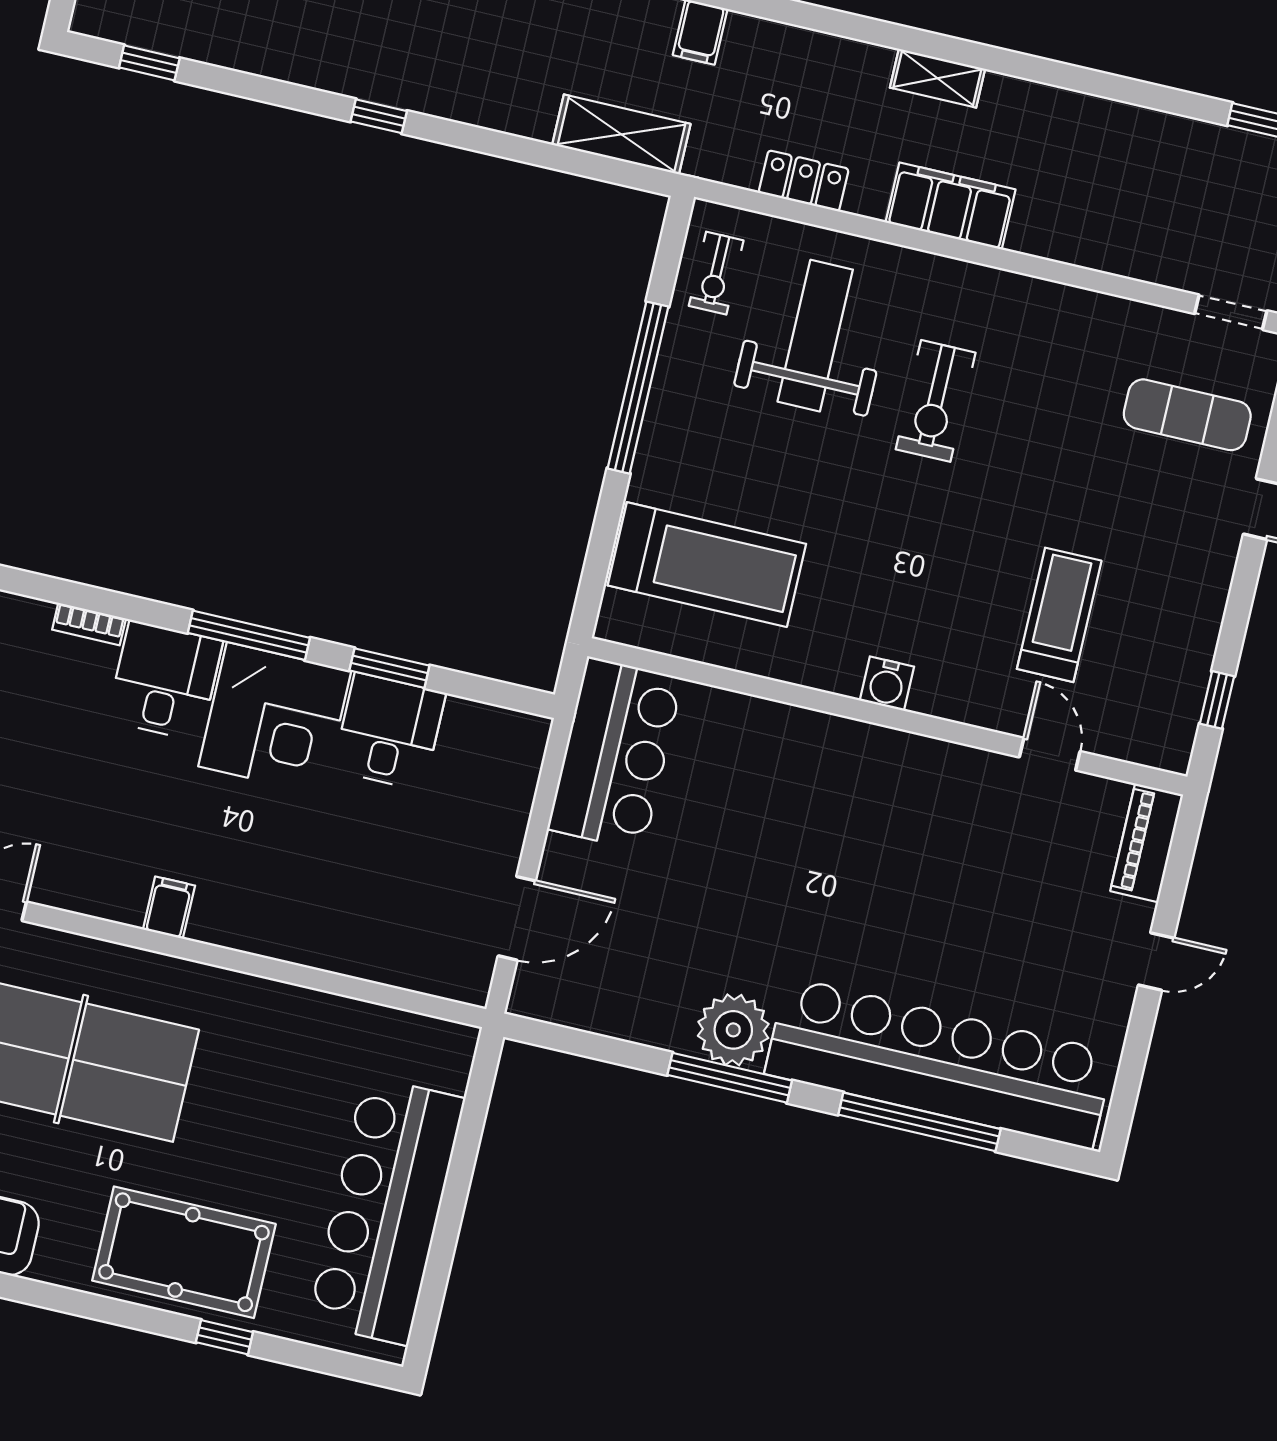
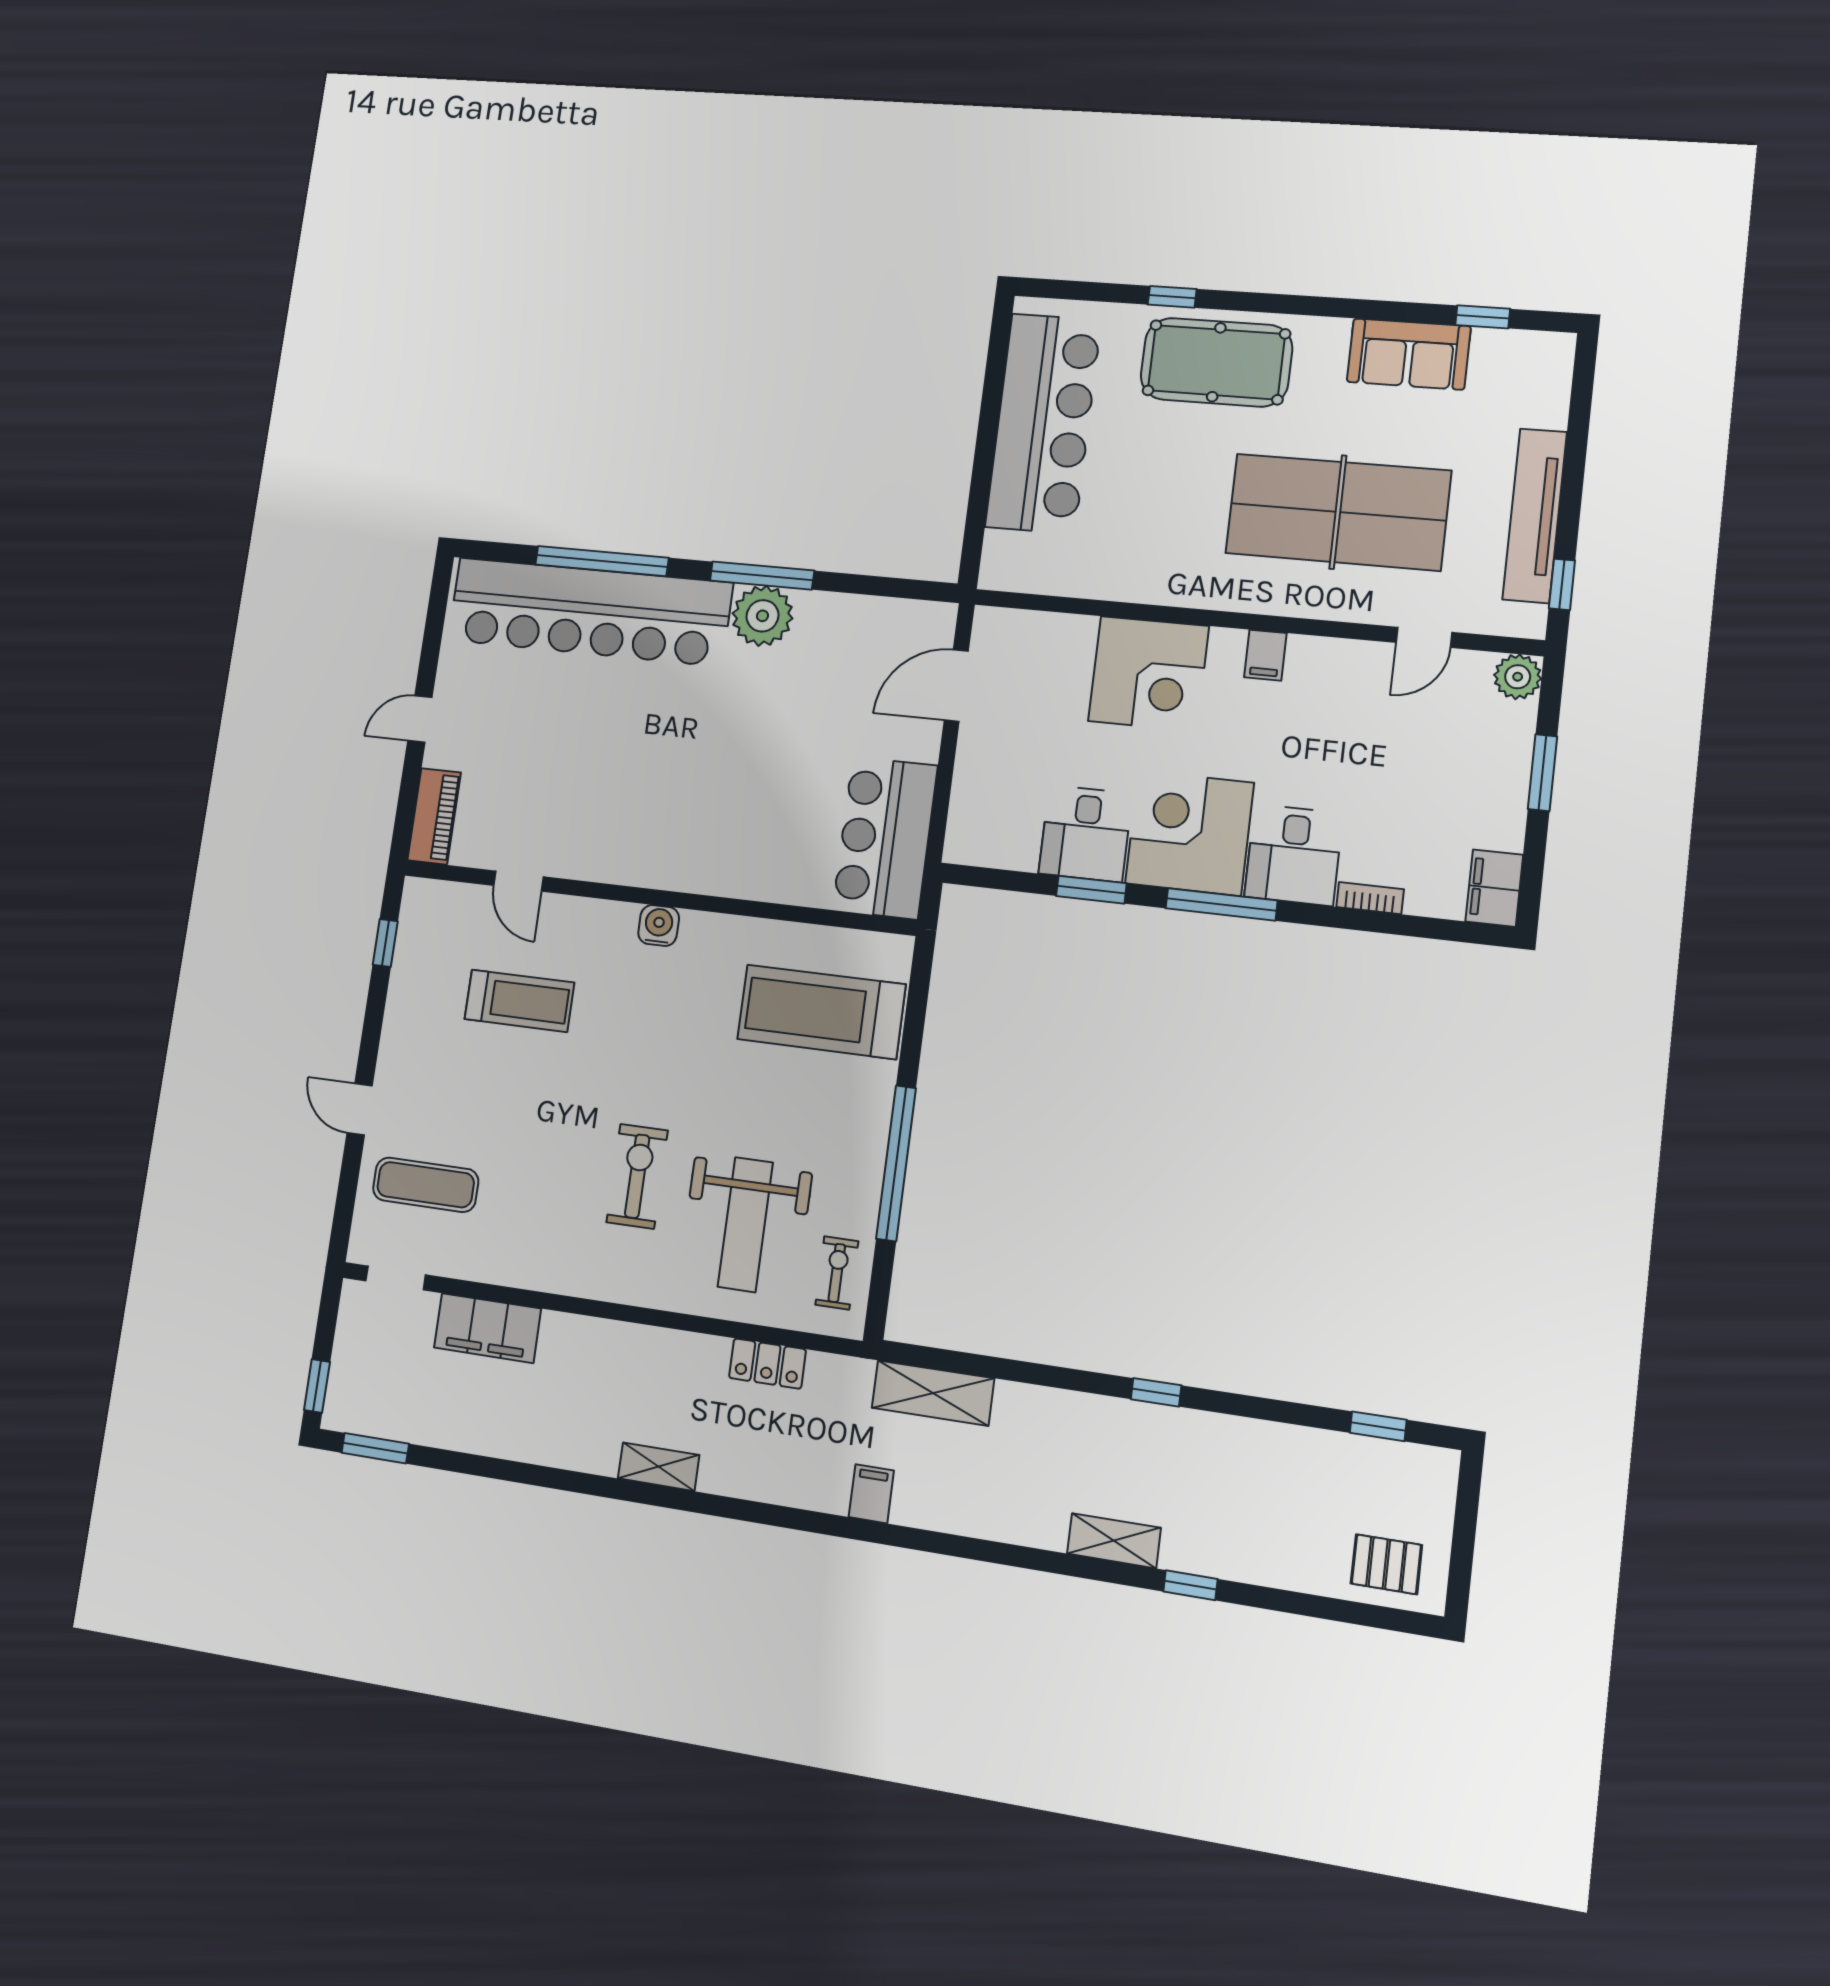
filing cabinet: (950, 206) -> (487, 1328), moved
treadmill: (1059, 615) -> (519, 1001), turned -90
corner desk: (300, 904) -> (1149, 674), added

